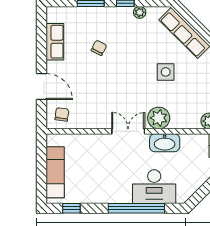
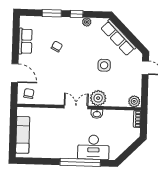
washbasin: (165, 143) -> (97, 114), width x0.52, depth x0.69
window: (71, 208) -> (34, 161), removed

